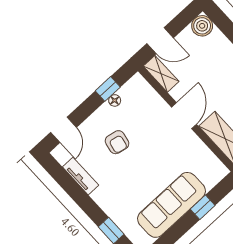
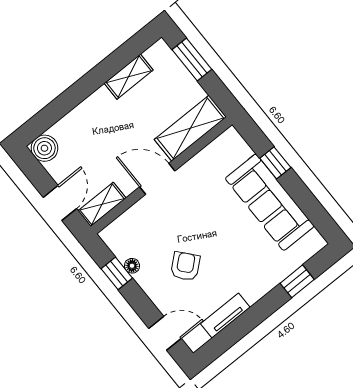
armchair: (117, 142) -> (185, 266), turned -53

